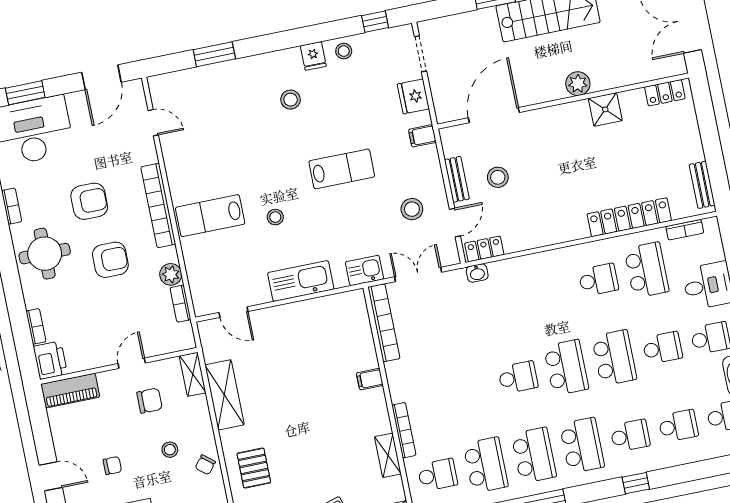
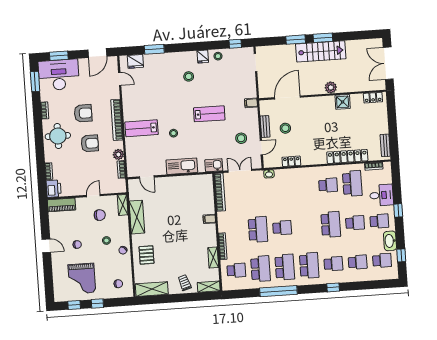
fridge: (413, 96) -> (135, 61), moved, turned -90
locker: (484, 249) -> (291, 161), moved
school desk: (566, 368) -> (258, 229), moved

